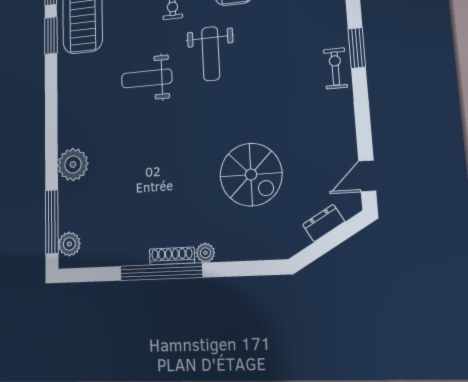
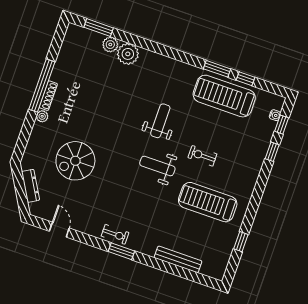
door: (367, 176) -> (59, 230), moved
window: (52, 222) -> (99, 28), width x0.69
dresser: (324, 223) -> (31, 186), width x1.44
plant: (69, 244) -> (110, 45), moved

